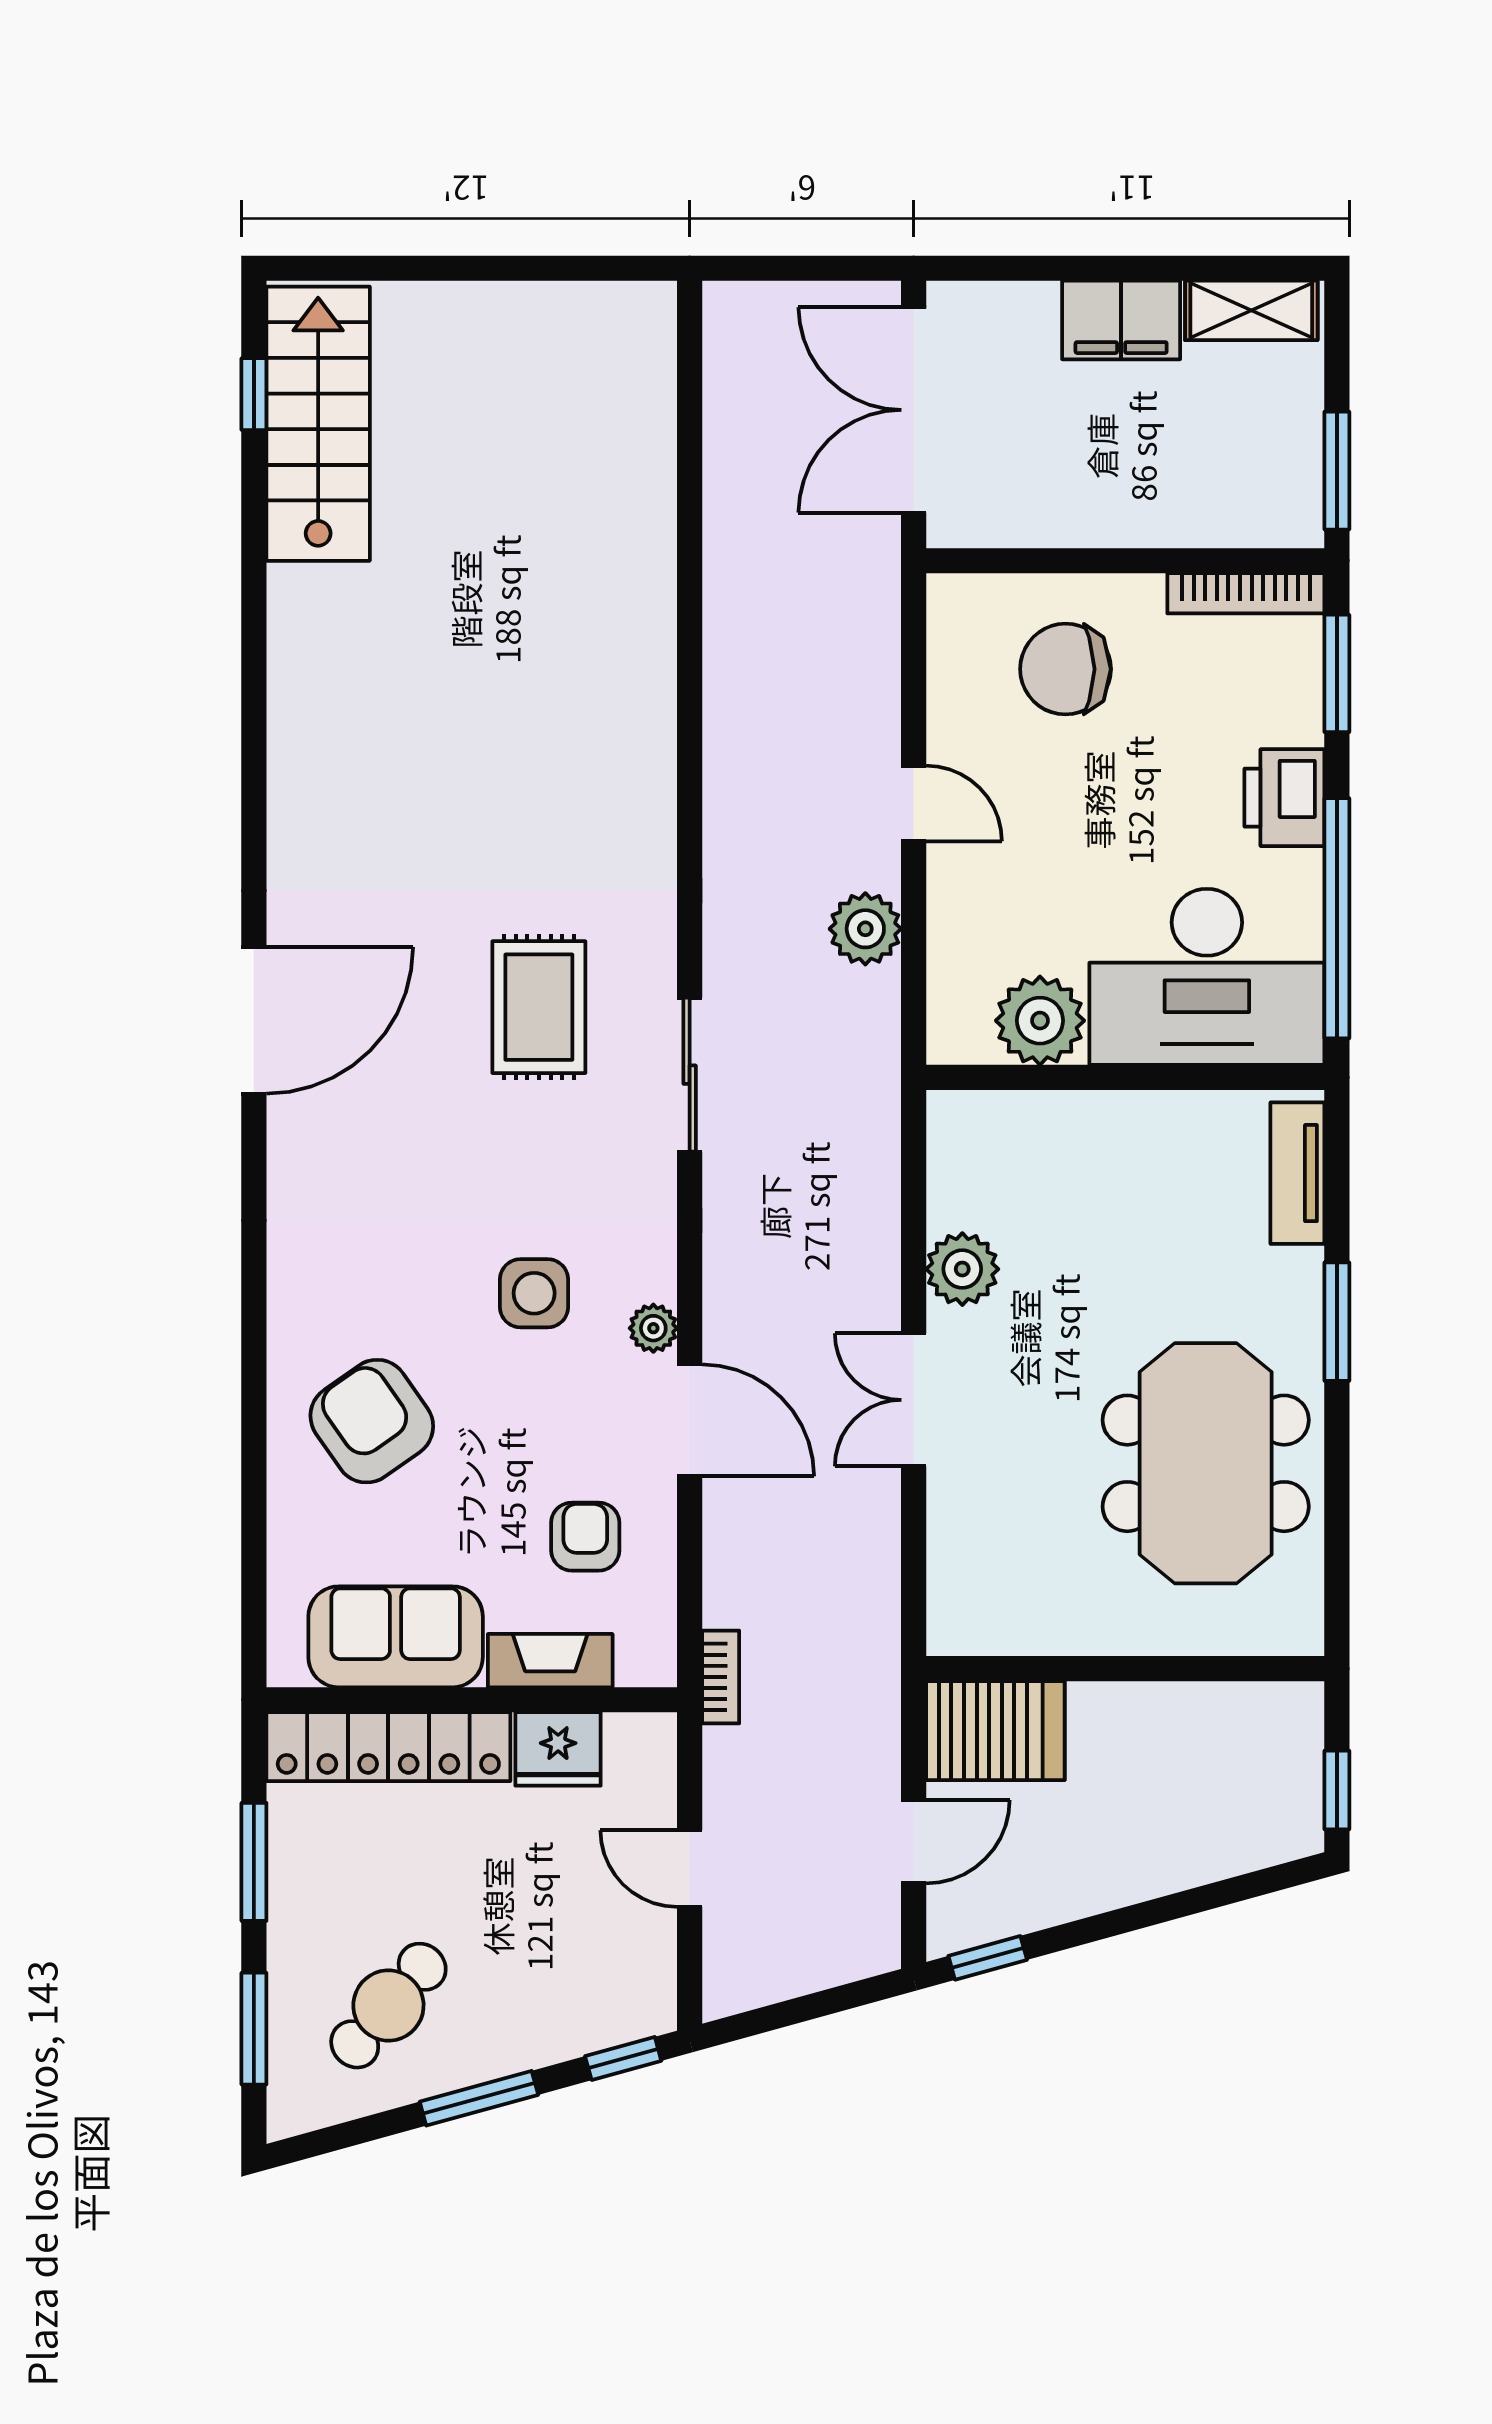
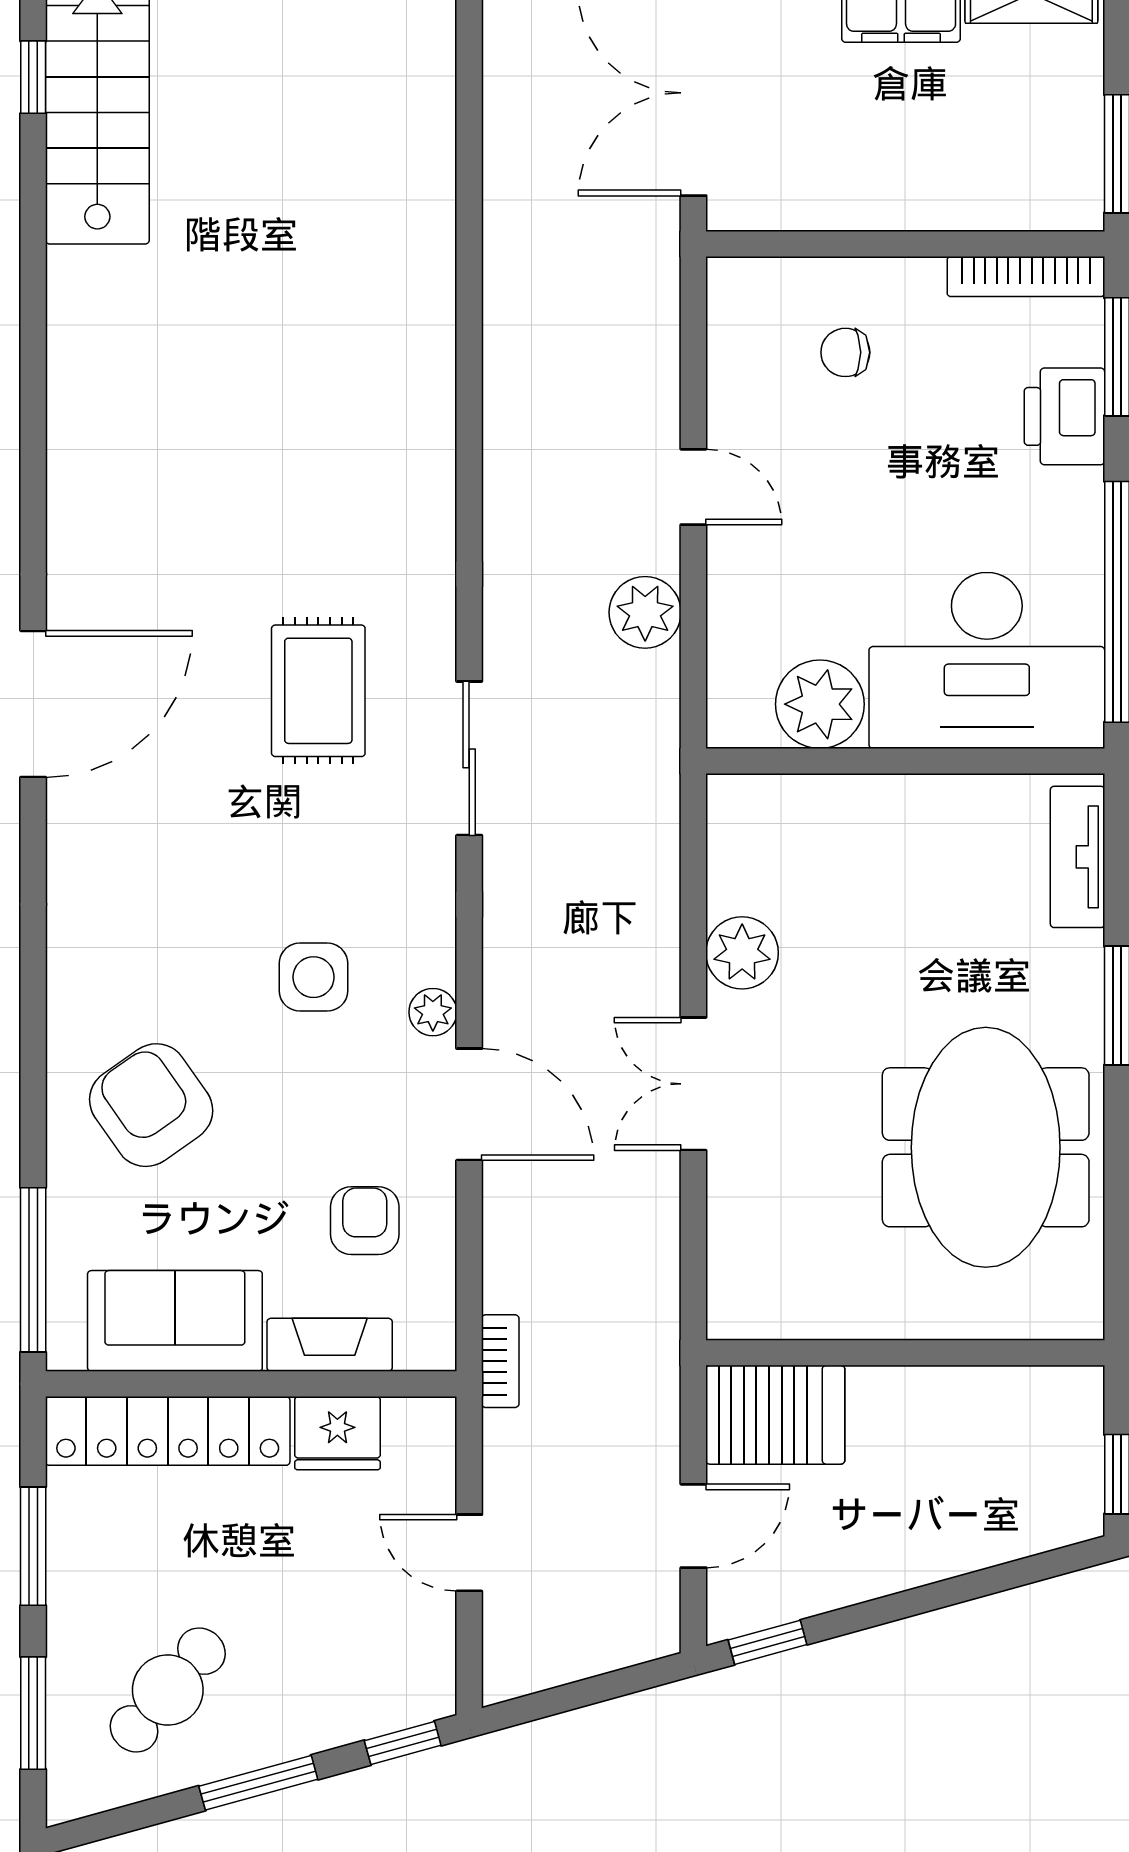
chair: (1065, 669) -> (845, 352), width x0.54, depth x0.54
printer: (1284, 798) -> (1064, 416), moved
window: (254, 1586) -> (33, 1270), added

